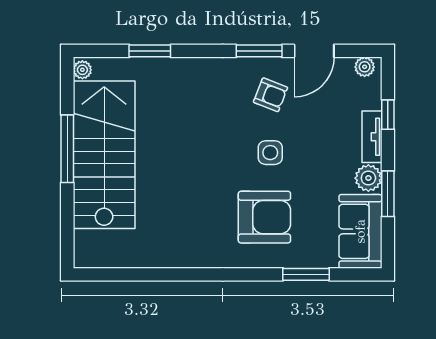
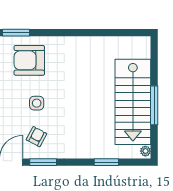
armchair: (271, 95) -> (36, 137), turned 97
armchair: (264, 217) -> (29, 60), moved

